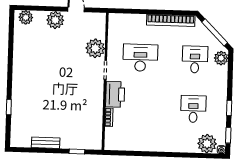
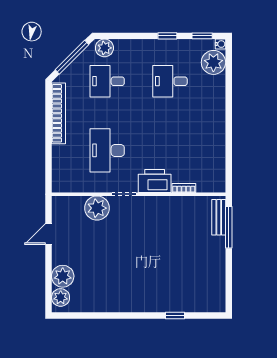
plant: (55, 20) -> (63, 276), moved
bench: (46, 143) -> (219, 217), moved
window: (77, 152) -> (229, 227), width x2.17

